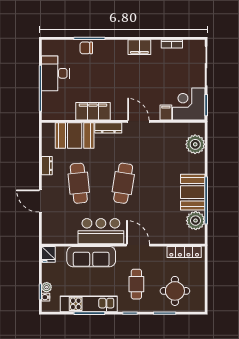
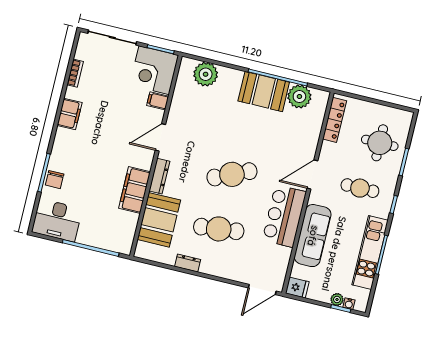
desk: (55, 73) -> (57, 220), moved
cafe table: (123, 183) -> (232, 174), turned -33
door: (40, 201) -> (262, 289), moved

